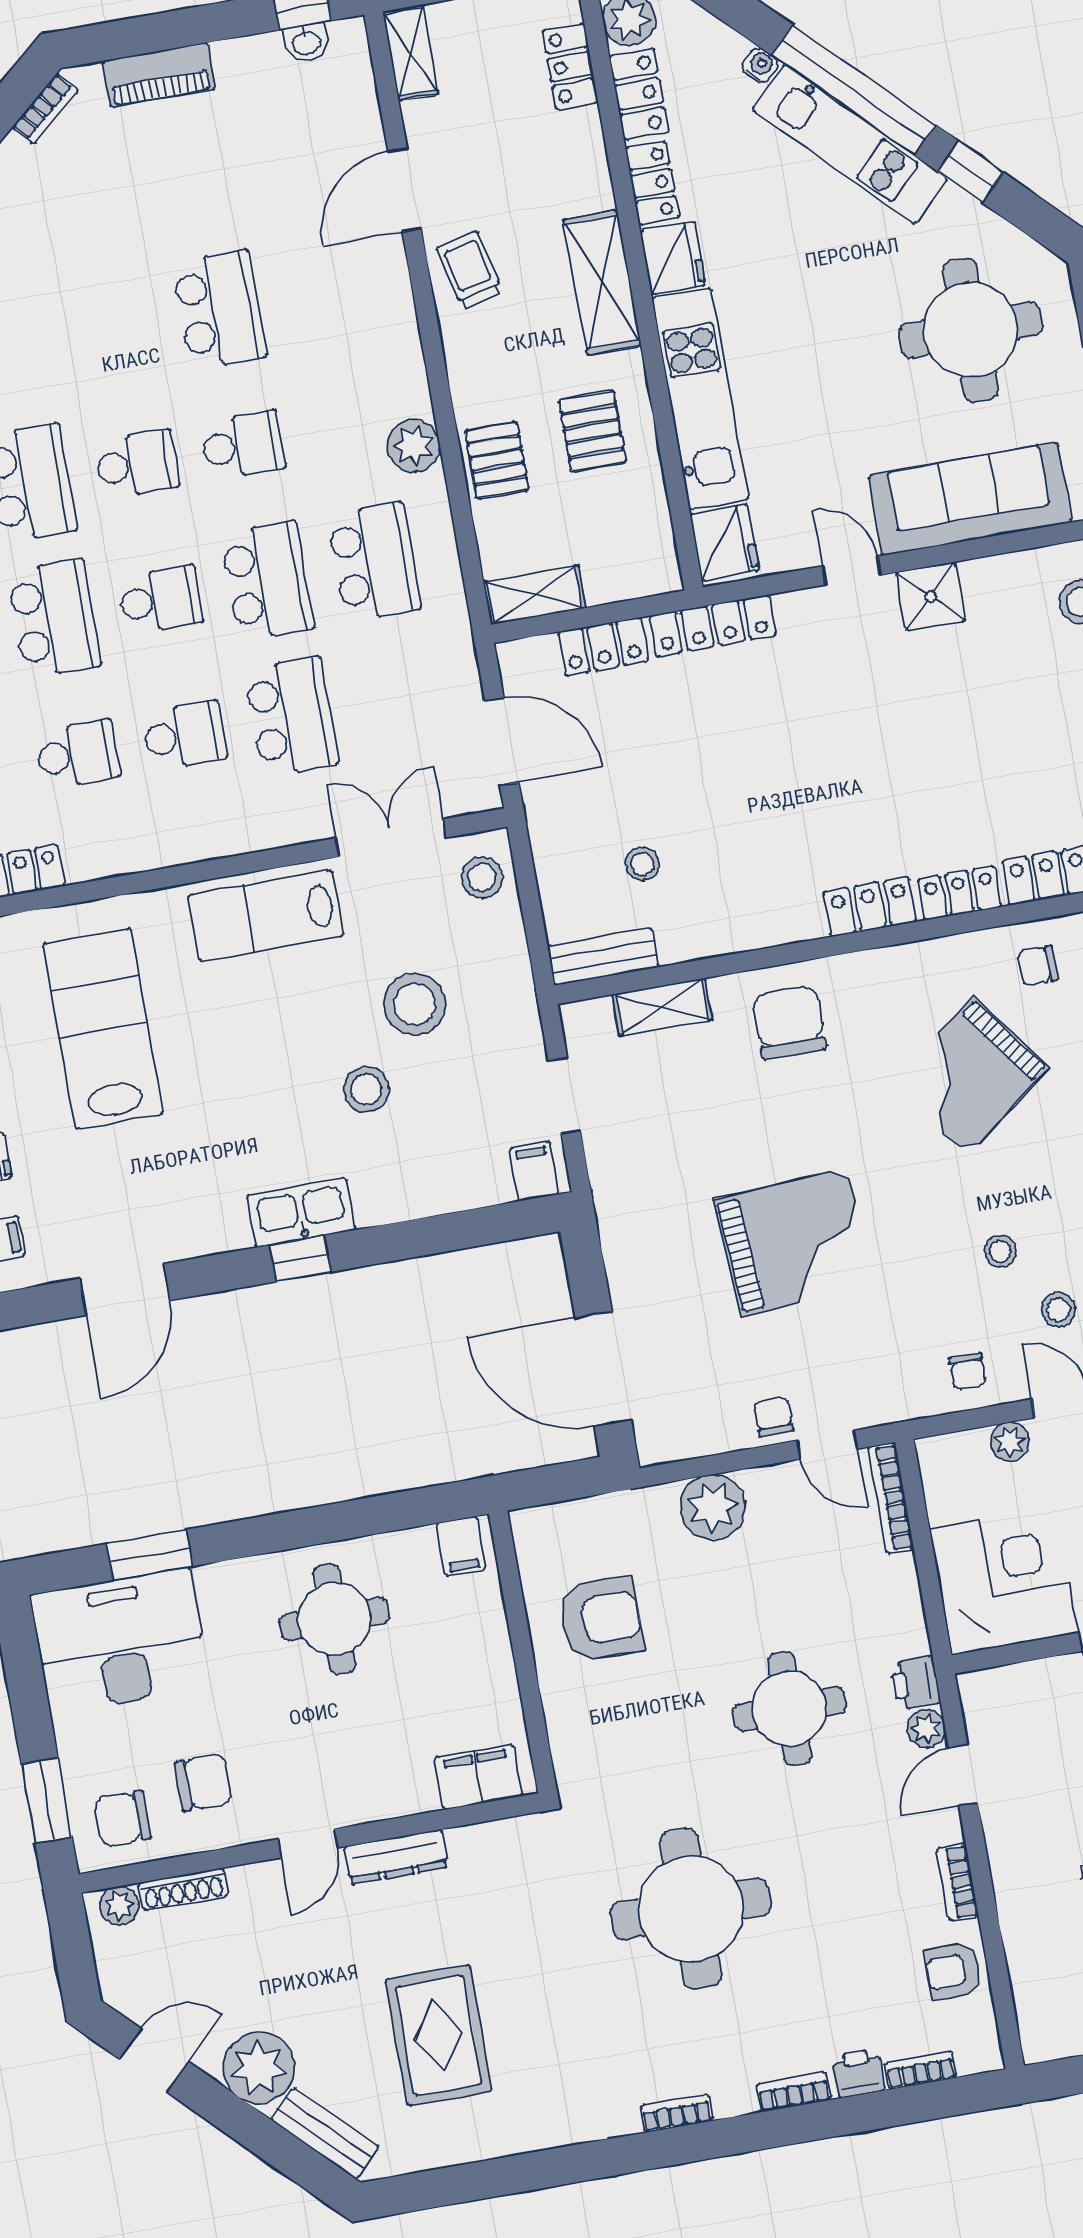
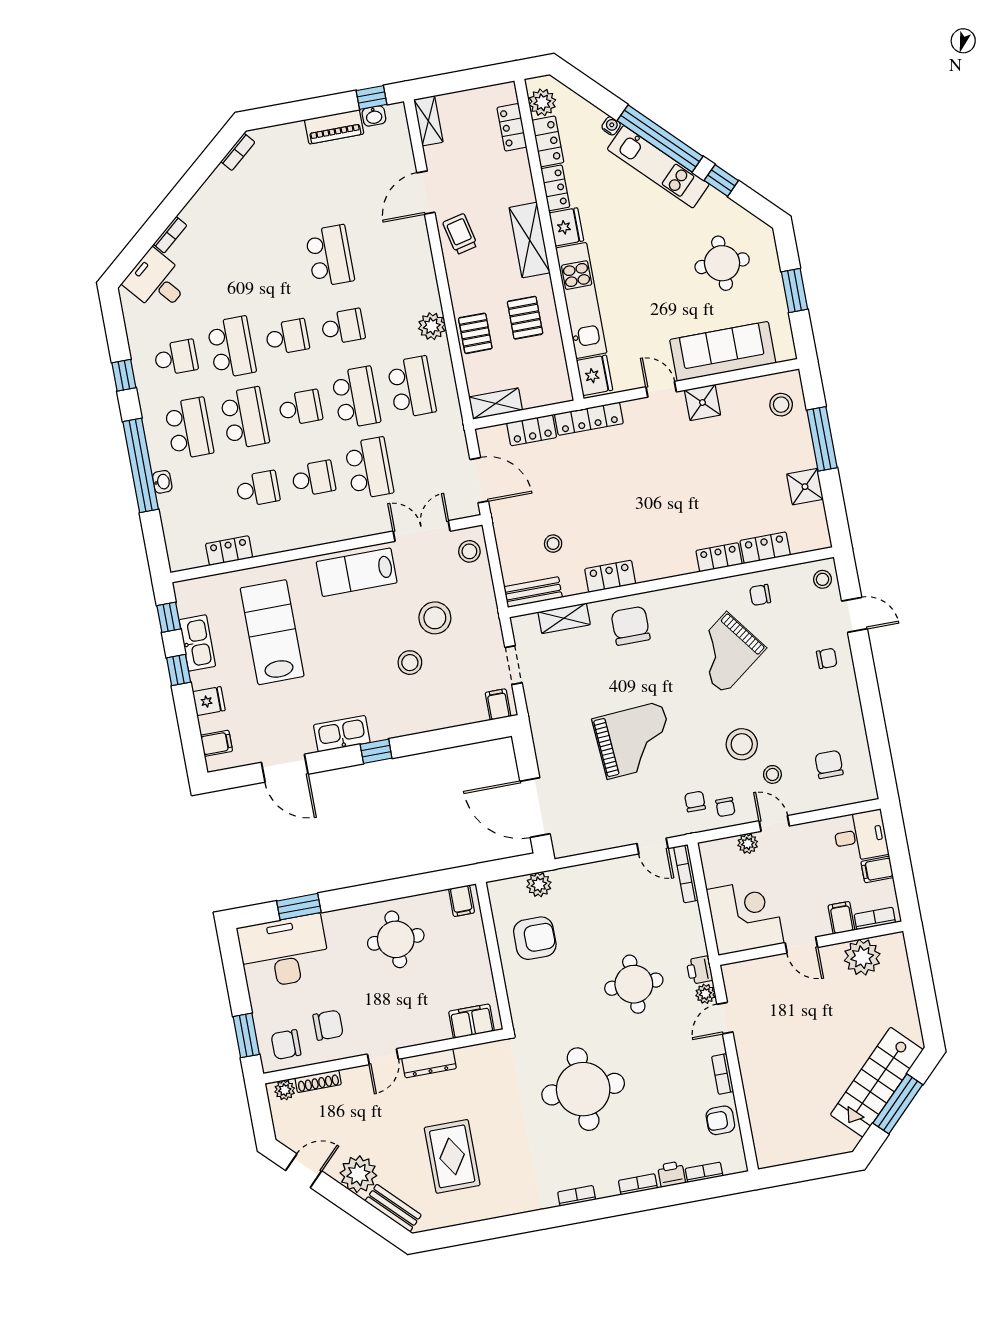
piano: (159, 75) -> (334, 127), moved
round table: (970, 330) -> (722, 263), width x0.73, depth x0.73
locker: (870, 907) -> (610, 576), moved
kitchen sink: (301, 1213) -> (342, 734), moved
stool: (1000, 1251) -> (742, 744), width x1.89, depth x1.89
door: (125, 1289) -> (285, 768), hinge flipped
chair: (773, 1417) -> (695, 801), moved
plant: (713, 1507) -> (539, 885), moved, width x0.73, depth x0.73

